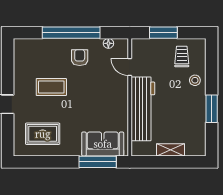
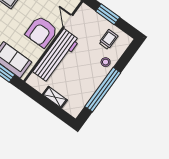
armchair: (112, 96) -> (41, 32), added
window: (212, 109) -> (103, 90), width x2.11

